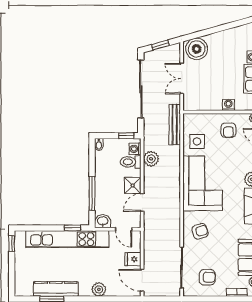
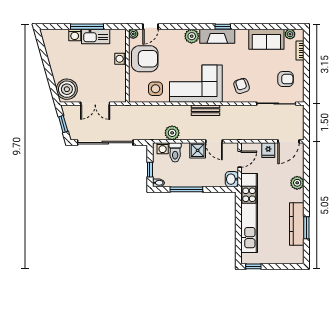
bench: (175, 125) -> (206, 110), moved, width x0.73
armchair: (228, 130) -> (145, 59), width x1.88, depth x1.88
window: (126, 136) -> (150, 170), moved
window: (92, 193) -> (186, 189), moved
window: (72, 228) -> (238, 208), removed
armchair: (207, 277) -> (286, 79), turned 90

